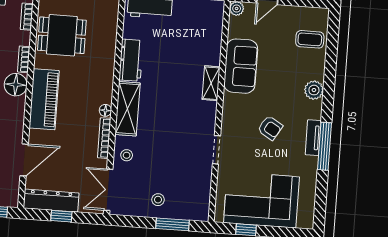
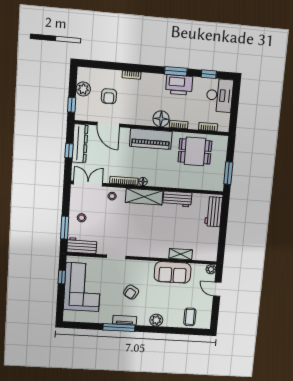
dining table: (62, 35) -> (195, 151), turned 90
shelving: (211, 83) -> (181, 254), moved
workbench: (199, 200) -> (82, 246), added

